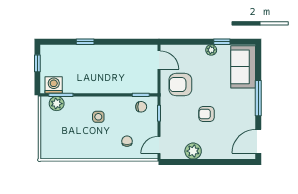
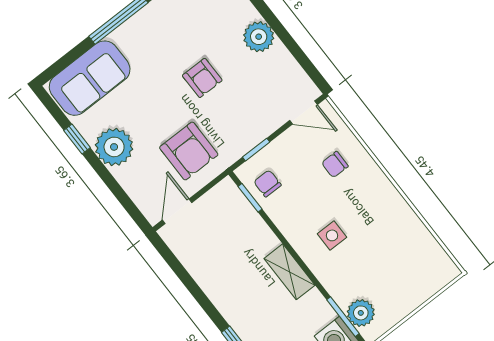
plant: (211, 50) -> (114, 147), width x1.88, depth x1.88
shelving: (97, 87) -> (290, 272), added
plant: (193, 151) -> (259, 37), moved

